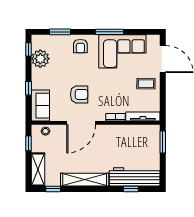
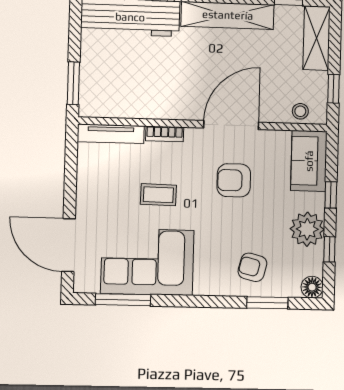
window: (109, 32) -> (123, 300), moved
floor lamp: (37, 40) -> (312, 287), added
armchair: (80, 46) -> (252, 267), moved, turned -76
window: (28, 49) -> (329, 249), moved
plant: (40, 59) -> (307, 229), moved
coffee table: (146, 84) -> (158, 195), moved

